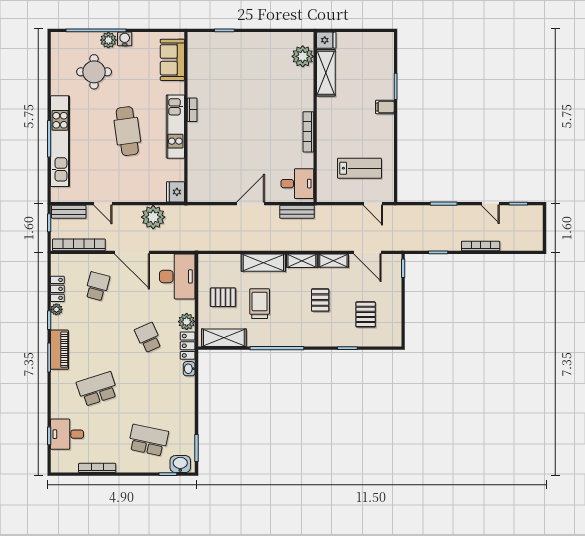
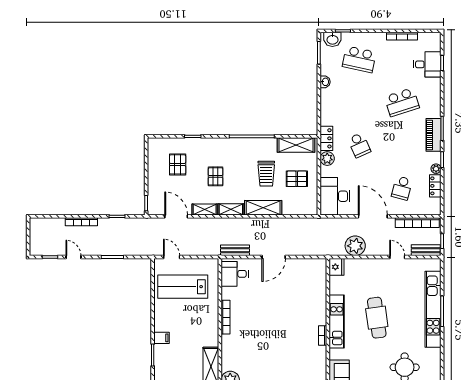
lab bench: (359, 168) -> (183, 287), width x1.36, depth x1.39
washbasin: (189, 369) -> (325, 82), moved

